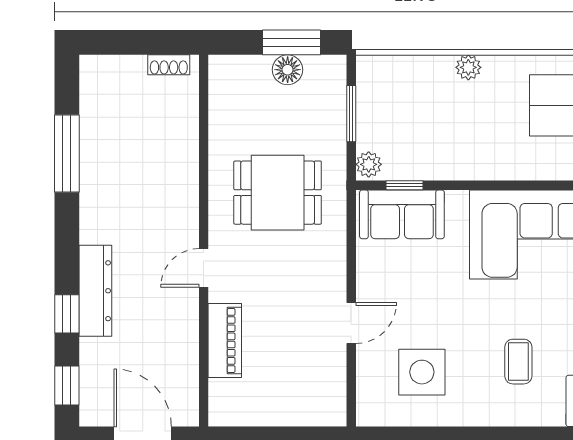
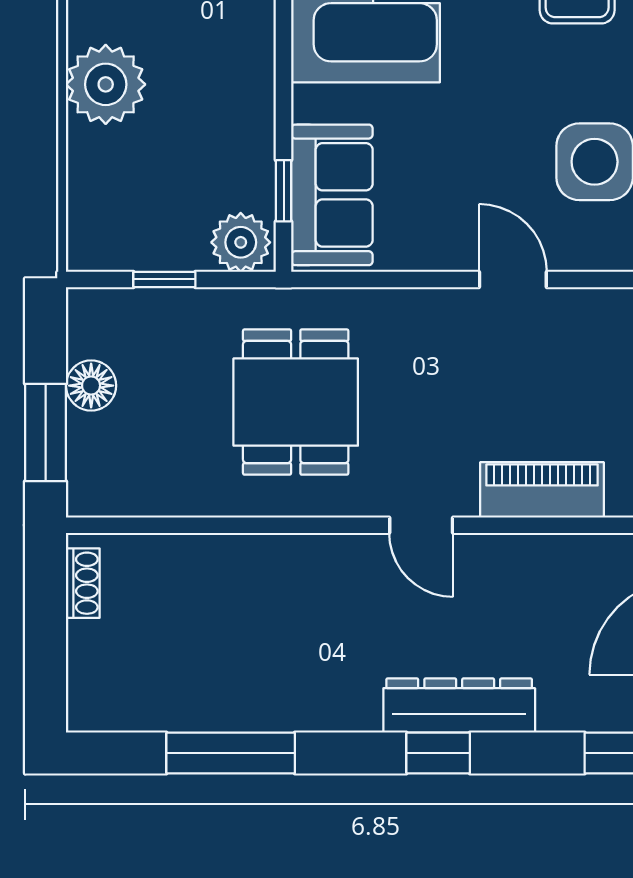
window: (292, 42) -> (46, 432), moved
plant: (468, 67) -> (106, 84), width x1.87, depth x1.87
window: (351, 114) -> (164, 279), width x0.67
plant: (369, 164) -> (241, 242), width x1.38, depth x1.38
window: (67, 314) -> (438, 753), moved

